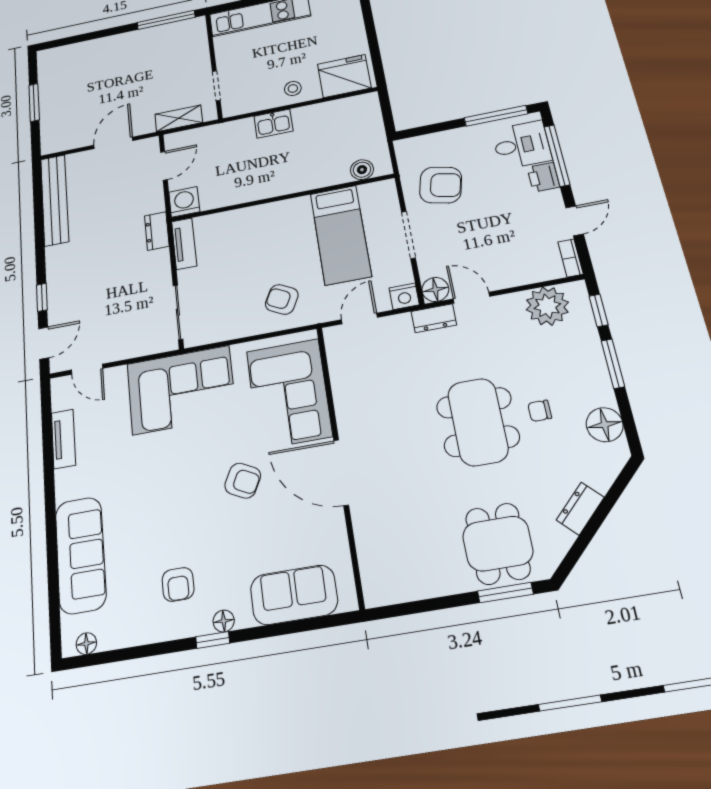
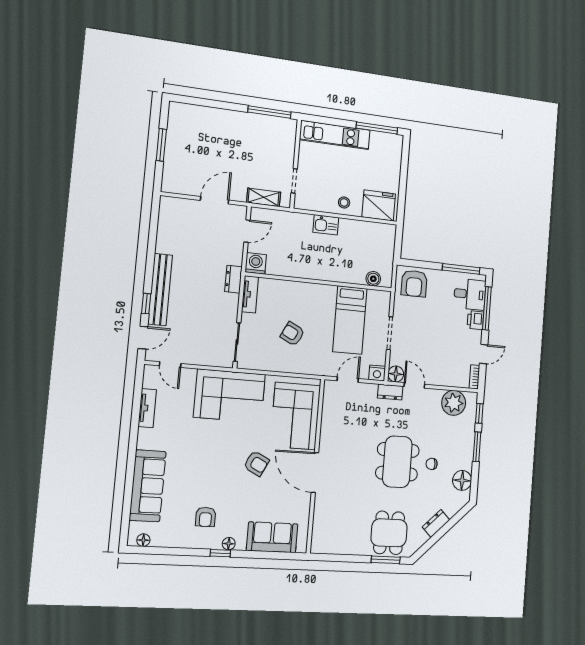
armchair: (441, 185) -> (414, 283), moved, turned 77
bench: (55, 200) -> (160, 290), moved
armchair: (282, 299) -> (292, 334), moved

